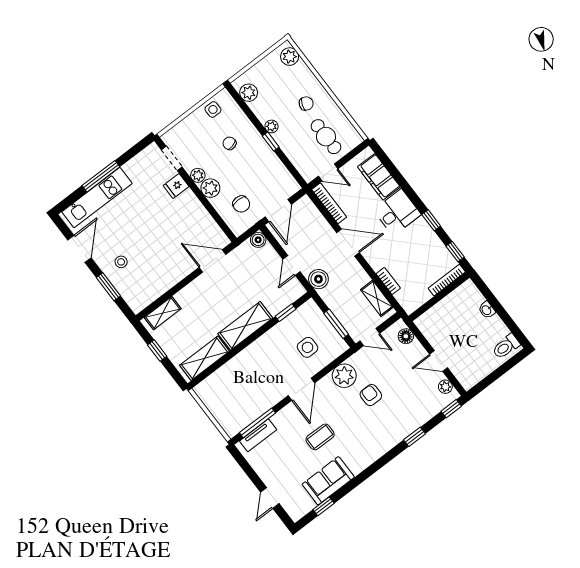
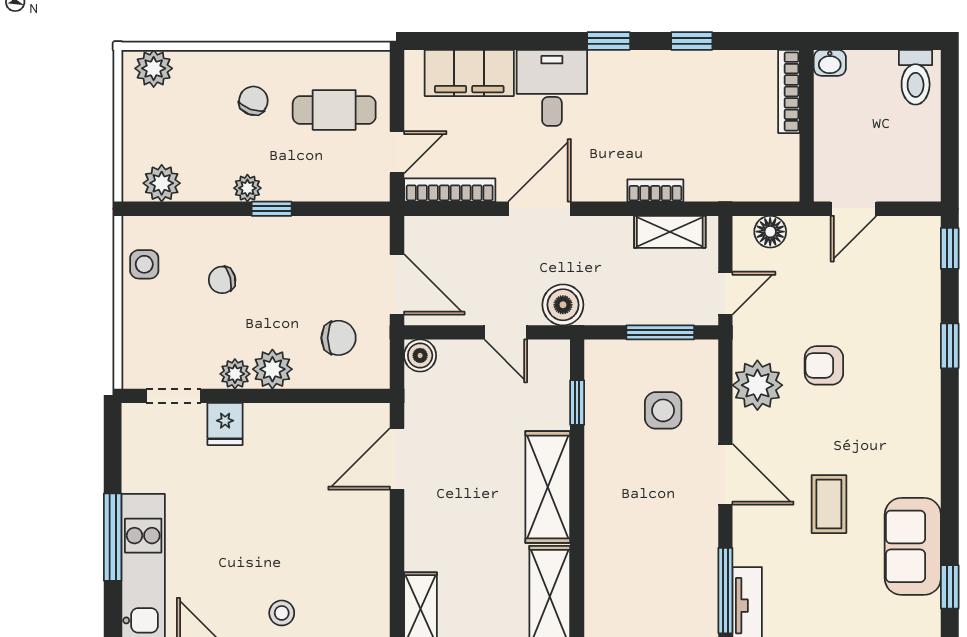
bookcase: (447, 280) -> (789, 91), moved
wall: (439, 297) -> (807, 126), moved
plant: (445, 387) -> (905, 230), removed

